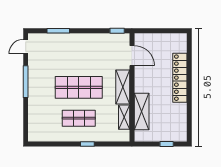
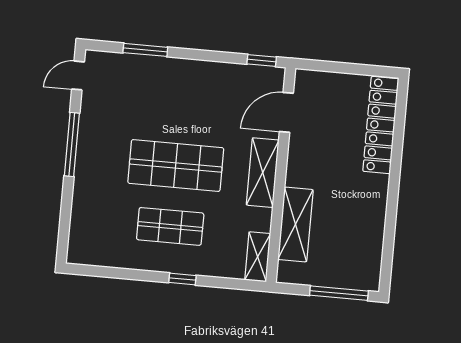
door: (132, 56) -> (286, 112), swing flipped
locker: (180, 78) -> (381, 125), moved
shelving: (124, 117) -> (258, 257), moved
window: (167, 144) -> (339, 293), width x2.17

